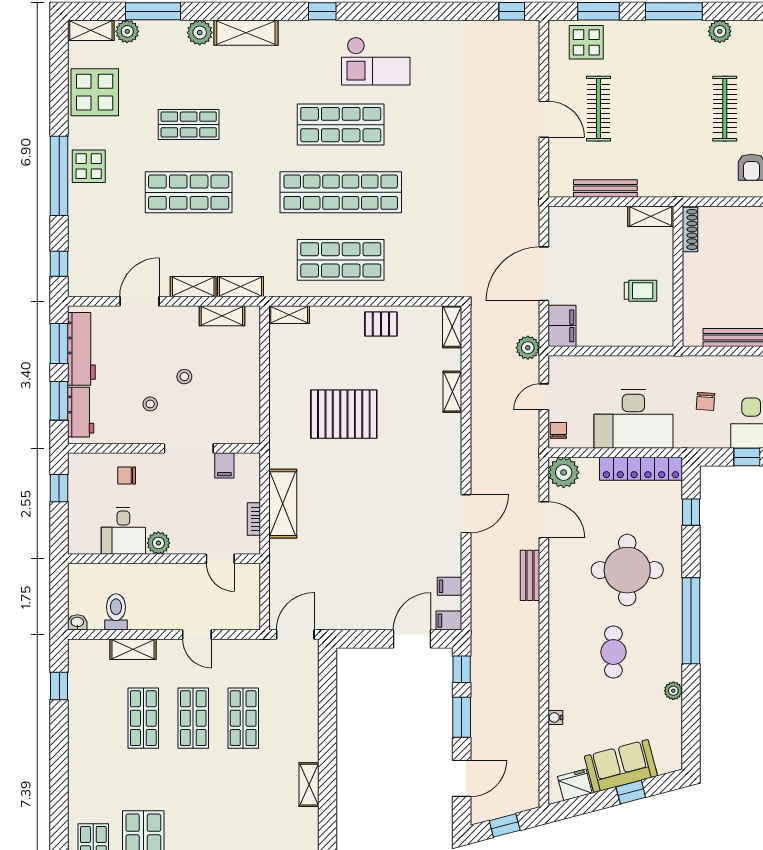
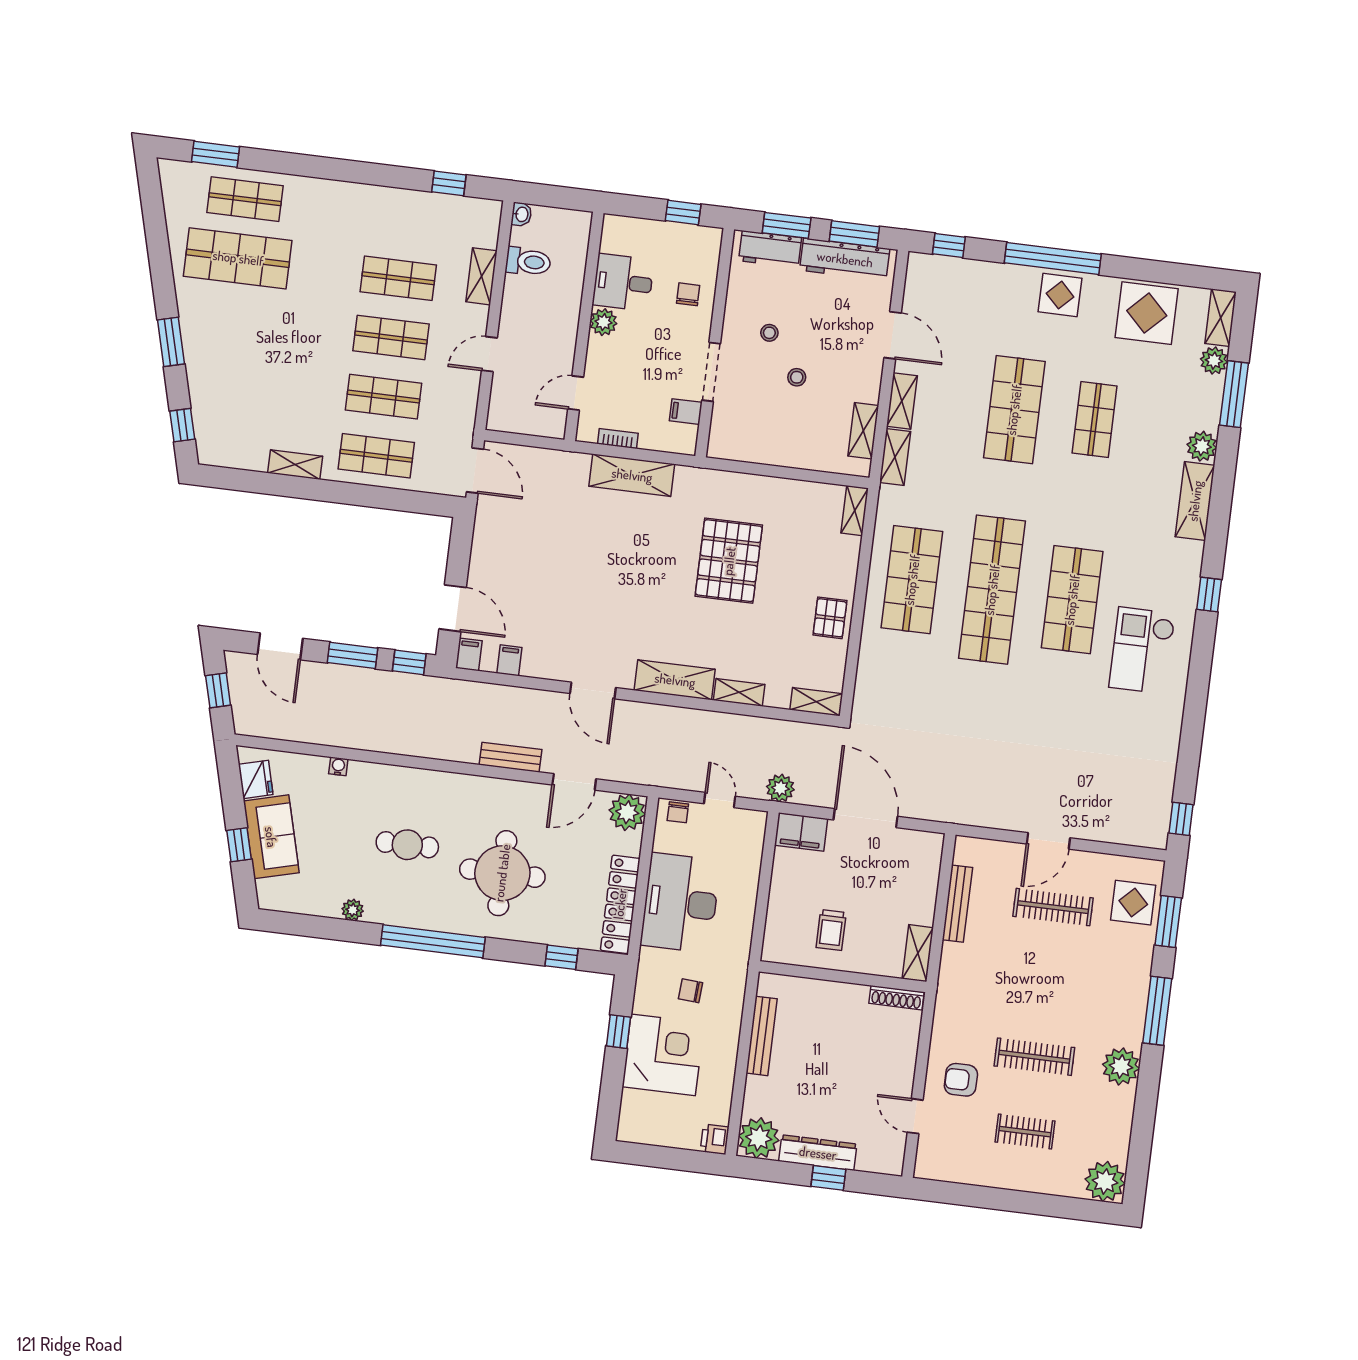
plant: (720, 31) -> (1121, 1066), width x1.36, depth x1.36
chair: (558, 430) -> (678, 812), turned 90
shelving: (449, 447) -> (675, 680), added
shop shelf: (293, 718) -> (376, 456), added

